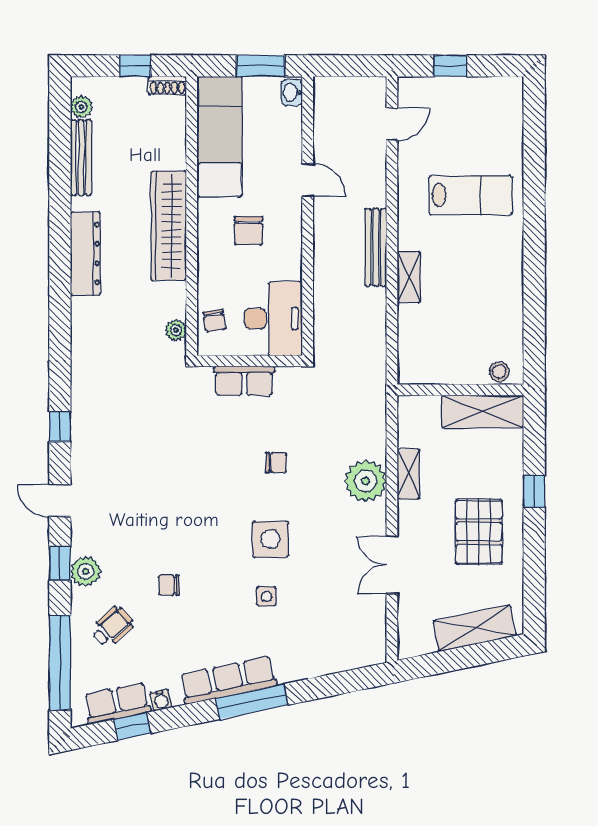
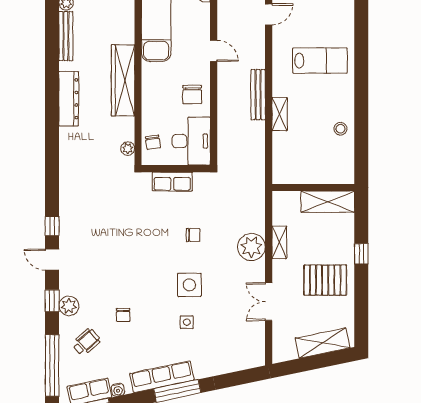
chair: (249, 231) -> (192, 95), moved
stool: (499, 372) -> (340, 129), moved
window: (60, 427) -> (52, 226), moved
pallet: (479, 532) -> (325, 280), turned 90
chair: (169, 585) -> (123, 315), turned -90

